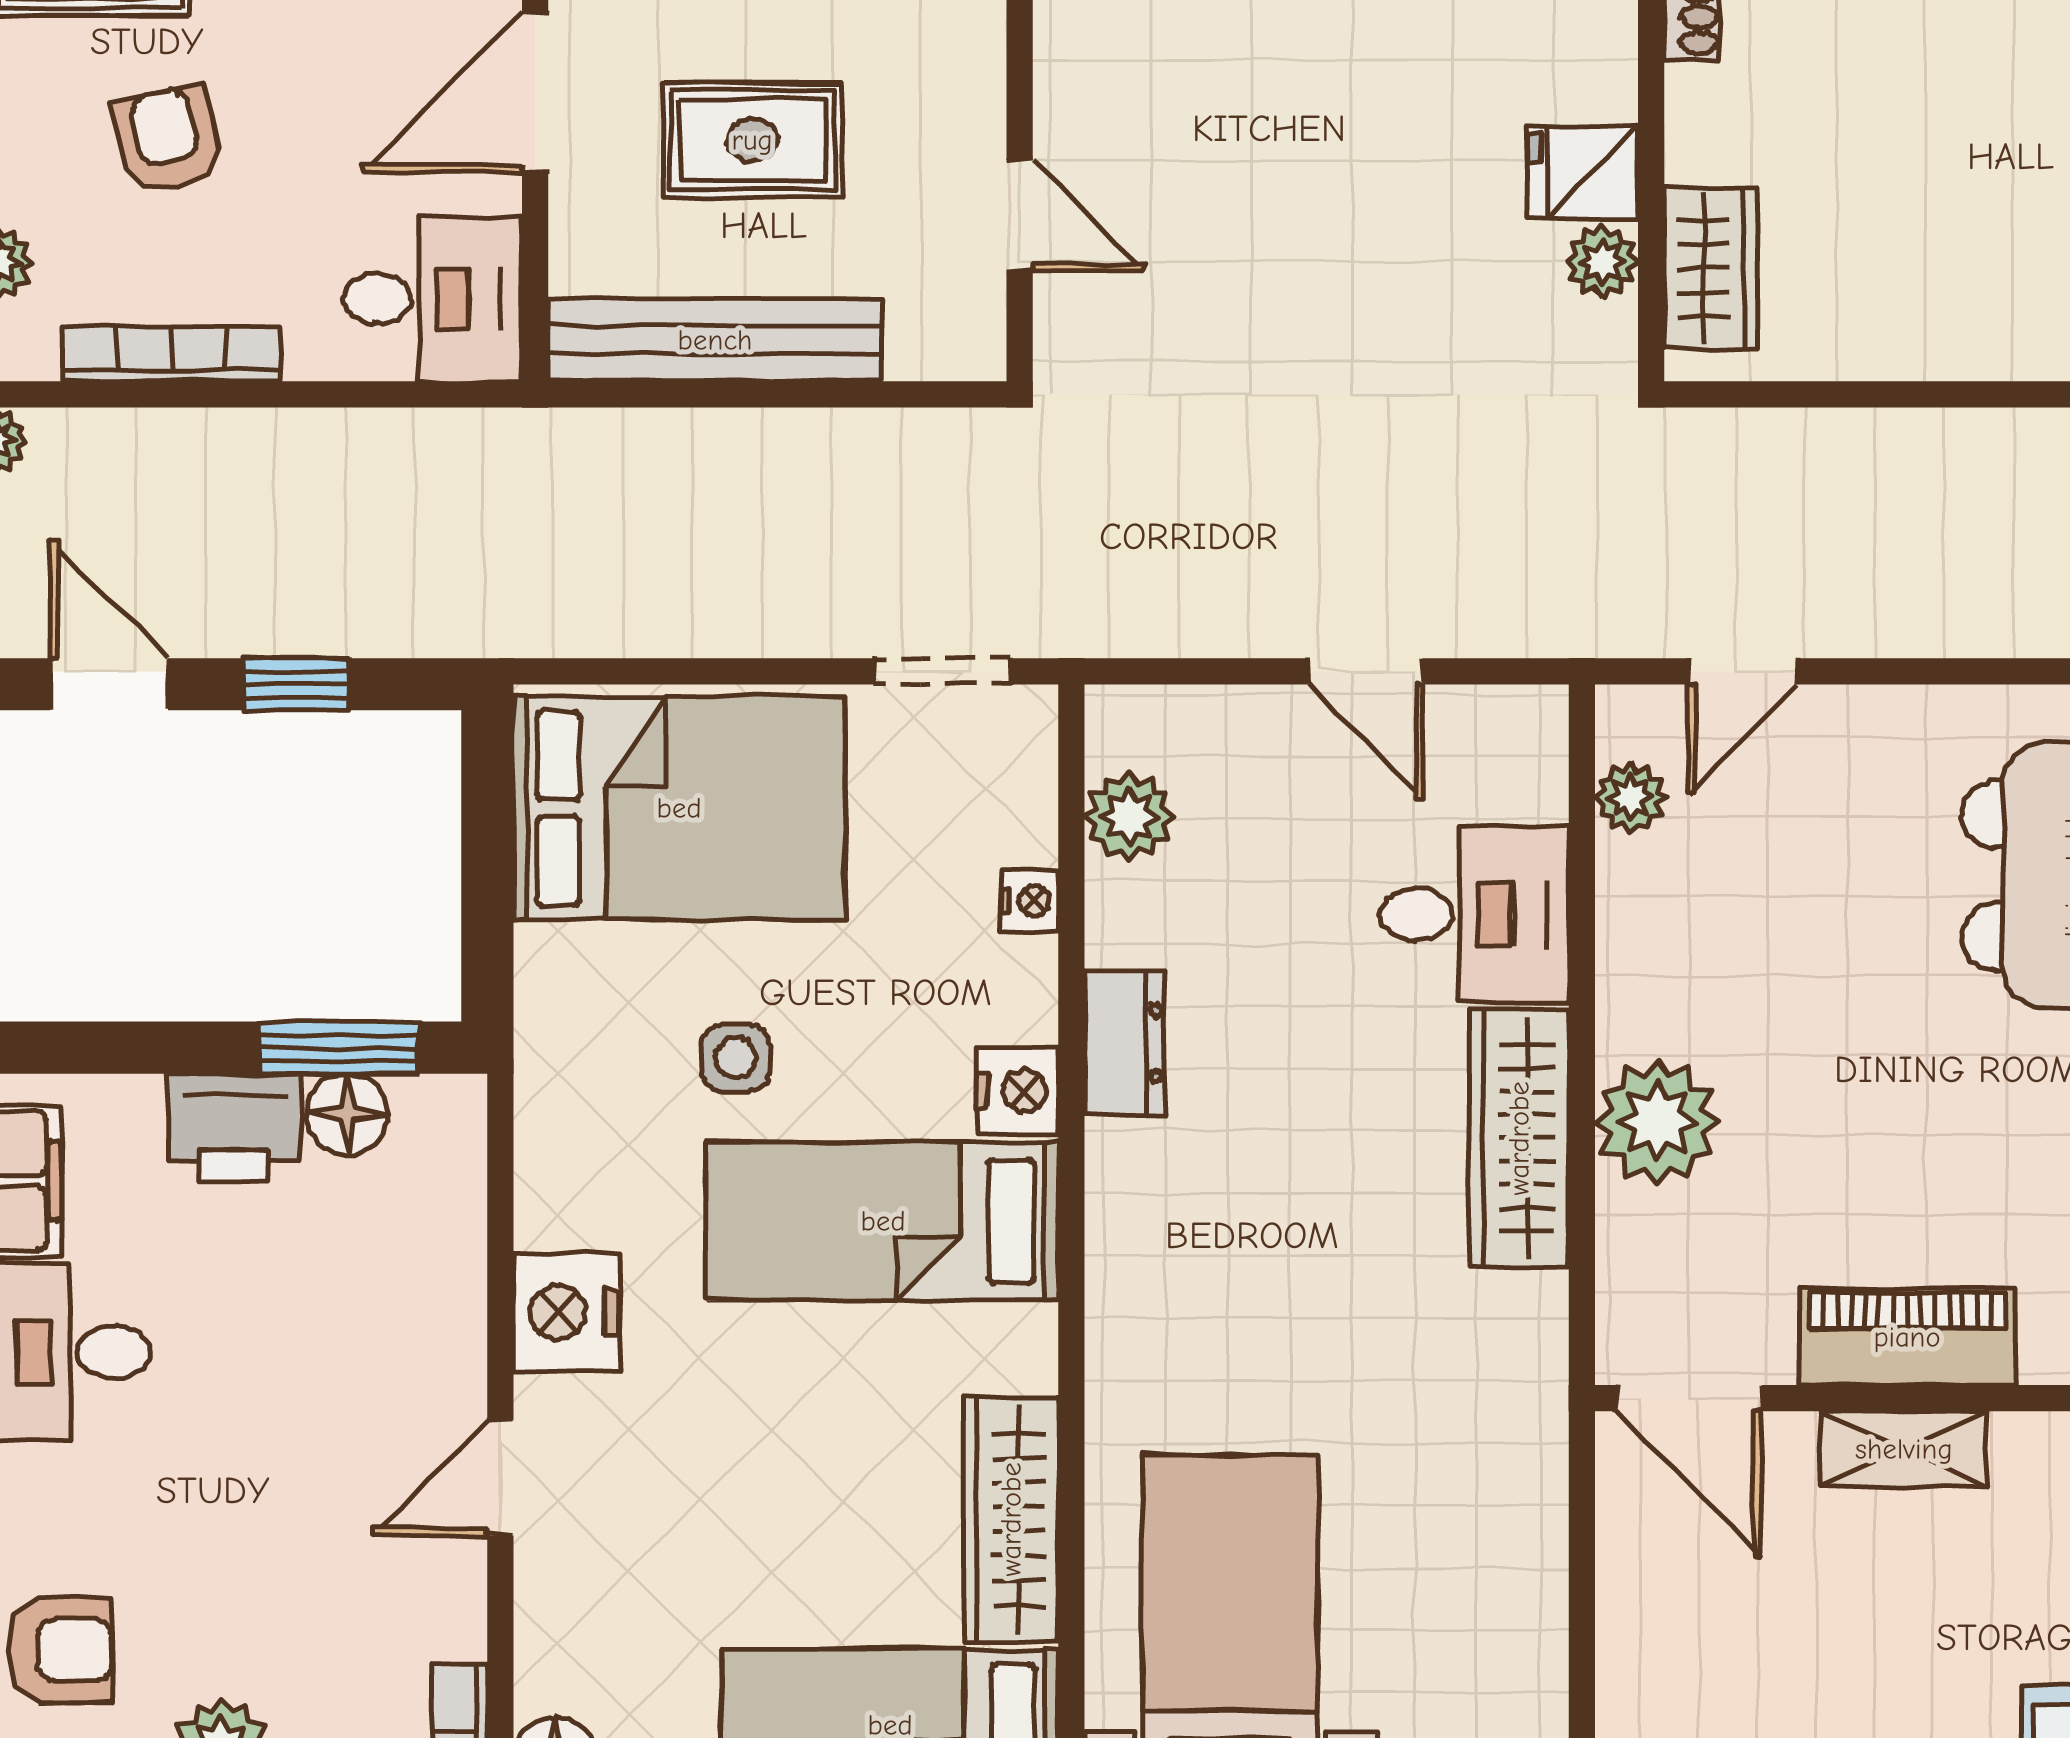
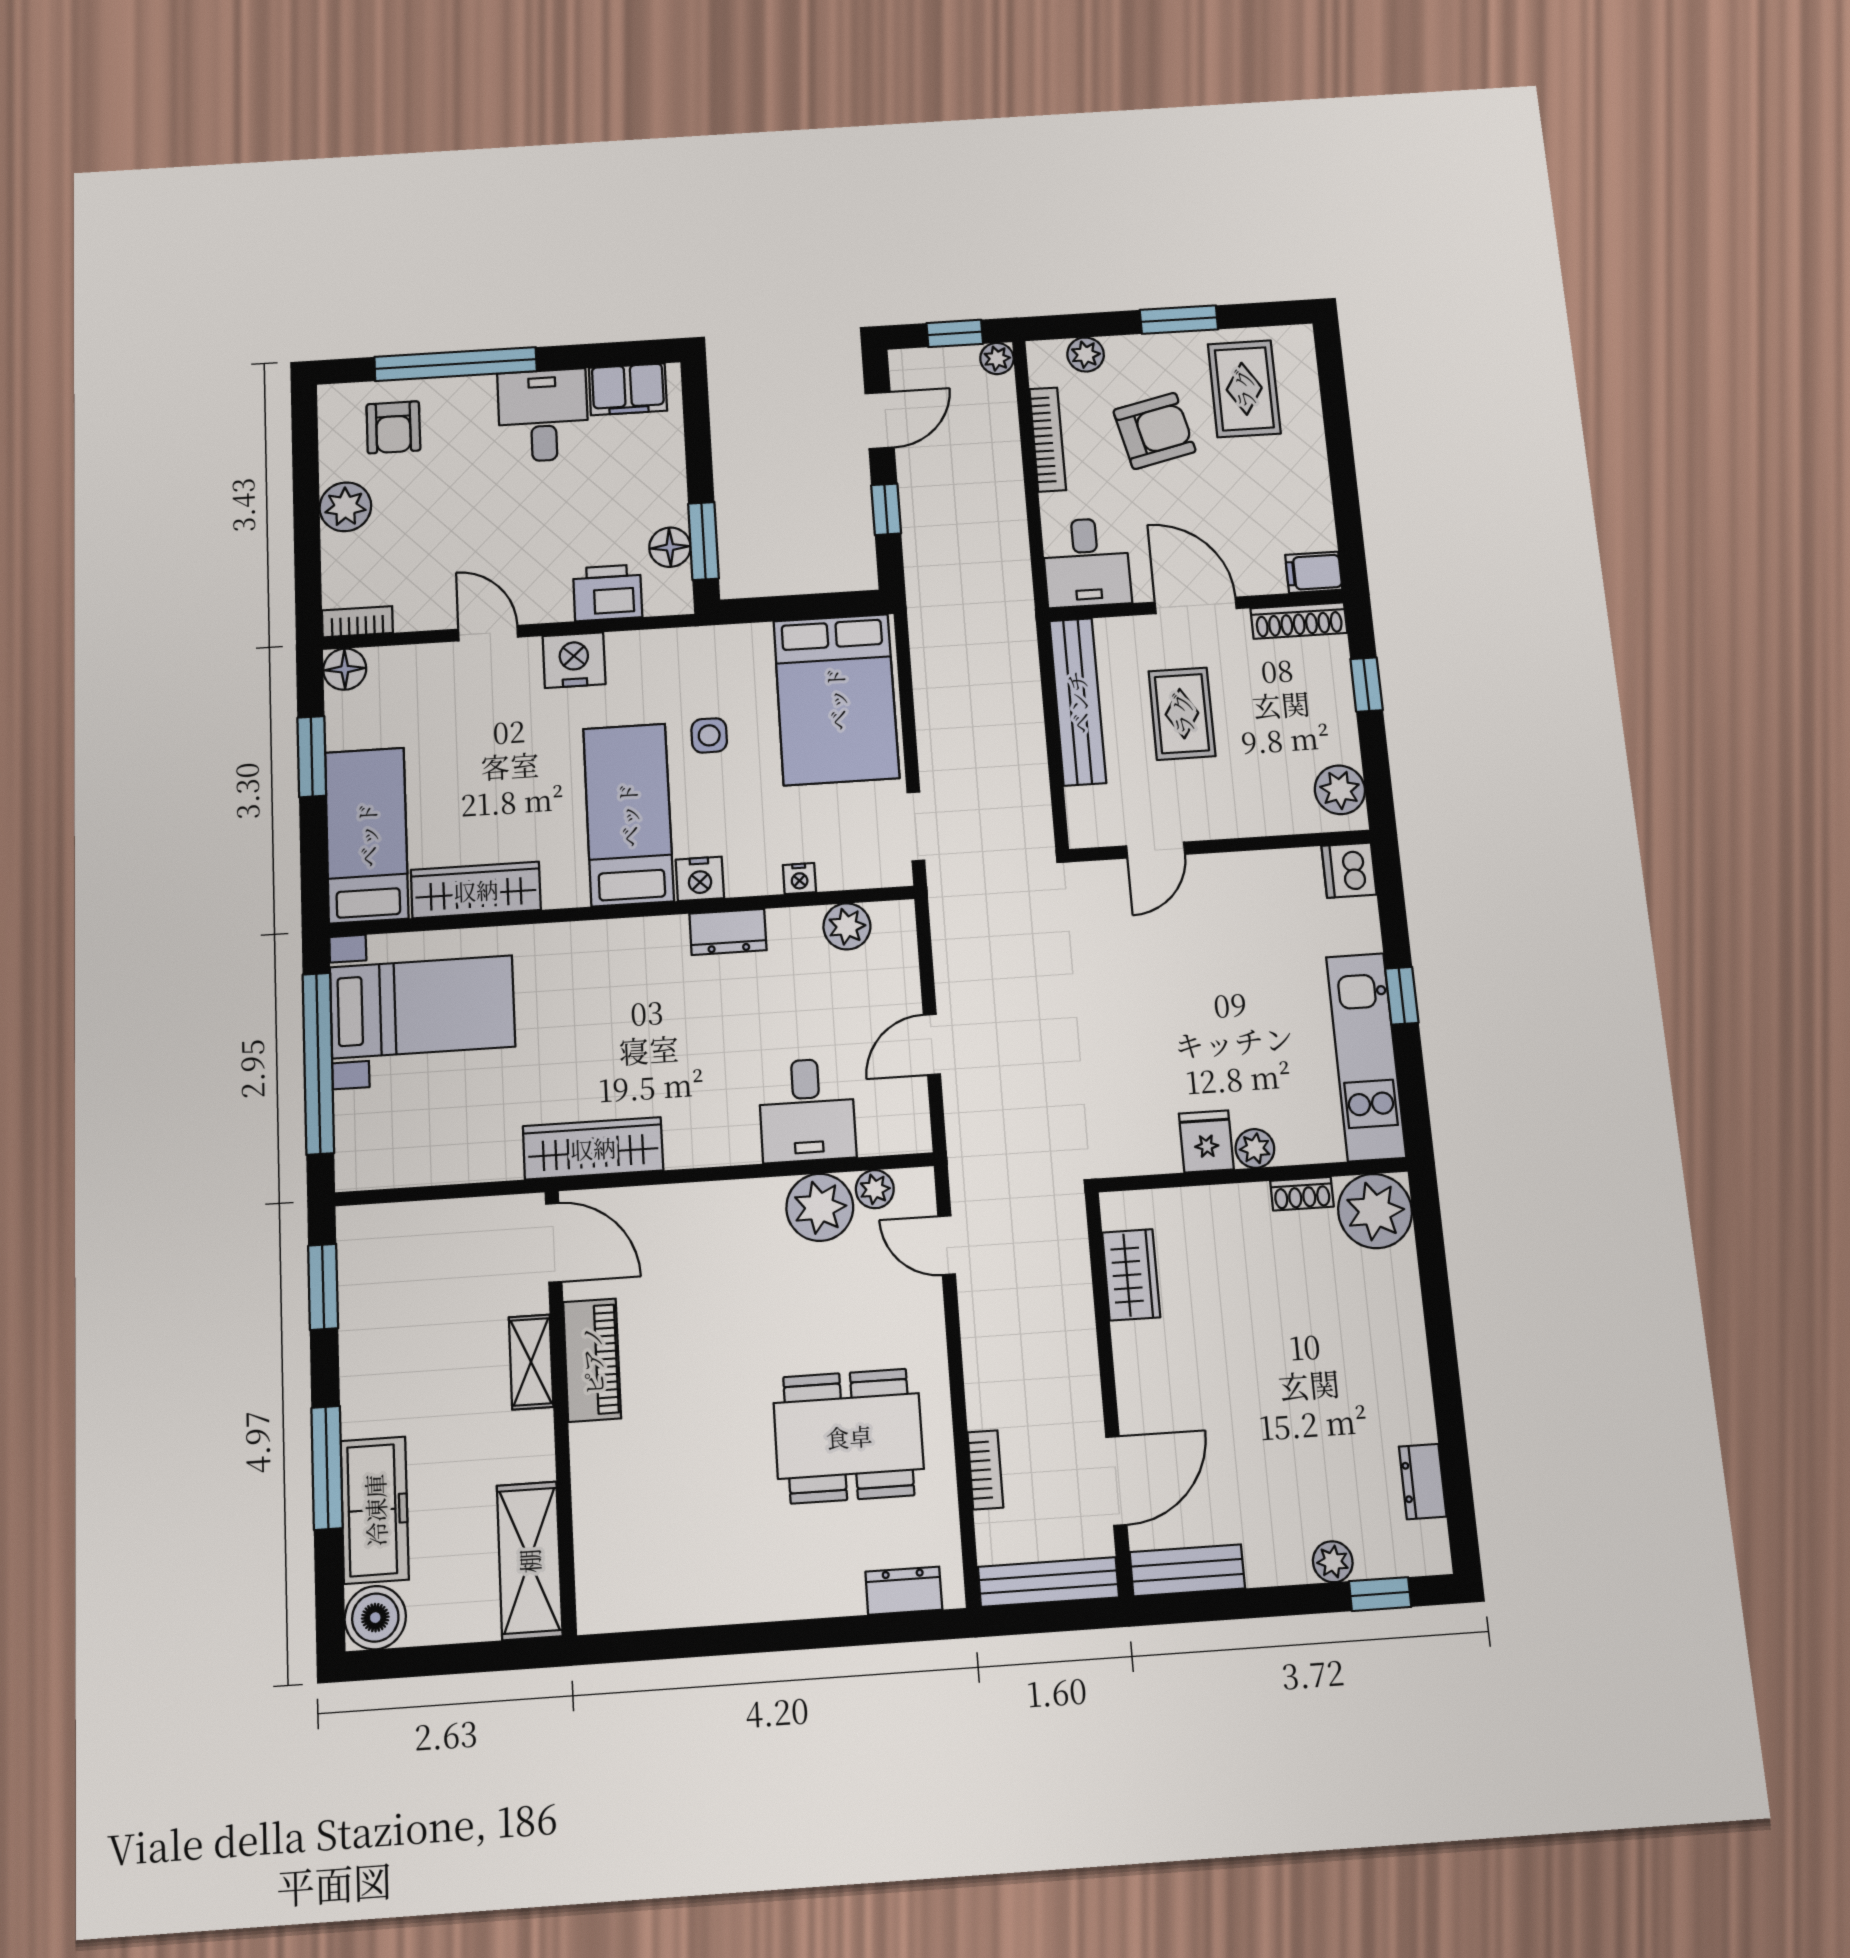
armchair: (167, 140) -> (1154, 431), width x1.38, depth x1.38
plant: (1602, 262) -> (1255, 1148), moved
wardrobe: (1711, 268) -> (1131, 1275), moved, turned -90
plant: (1657, 1122) -> (820, 1207), moved
printer: (234, 1128) -> (608, 593), moved, turned 90
wardrobe: (1519, 1138) -> (593, 1148), moved
door: (1689, 1398) -> (554, 1243), swing flipped

